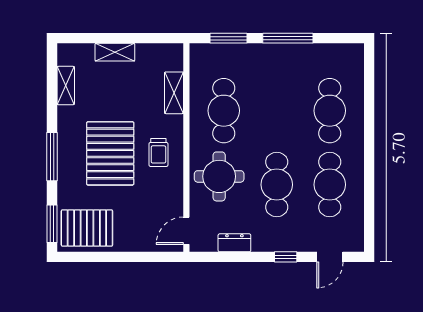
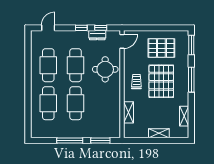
cafe table: (224, 111) -> (76, 103), moved
pallet: (87, 228) -> (161, 48), moved
window: (228, 257) -> (101, 28), added
window: (286, 257) -> (81, 28), moved

